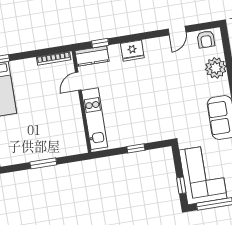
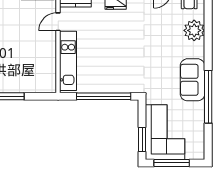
window: (136, 148) -> (104, 96), width x3.17
window: (181, 185) -> (142, 140), width x1.50

